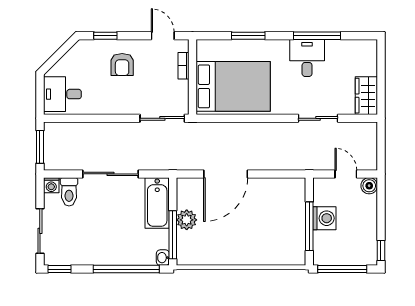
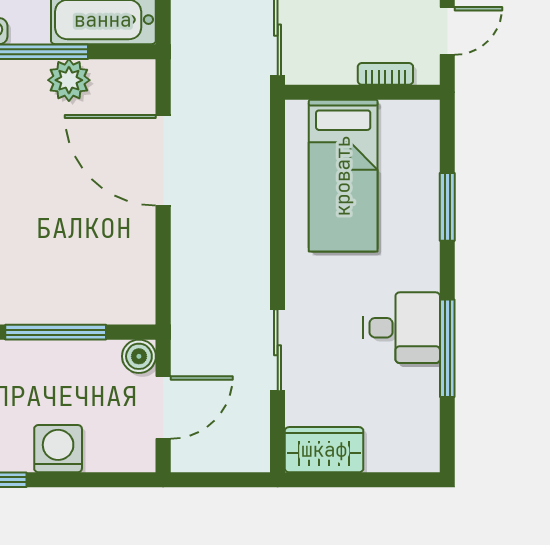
bed: (233, 86) -> (343, 176), width x0.67
door: (346, 174) -> (163, 407), width x1.37
boiler: (369, 186) -> (139, 356), moved
washing machine: (324, 218) -> (58, 449), moved, turned 180

